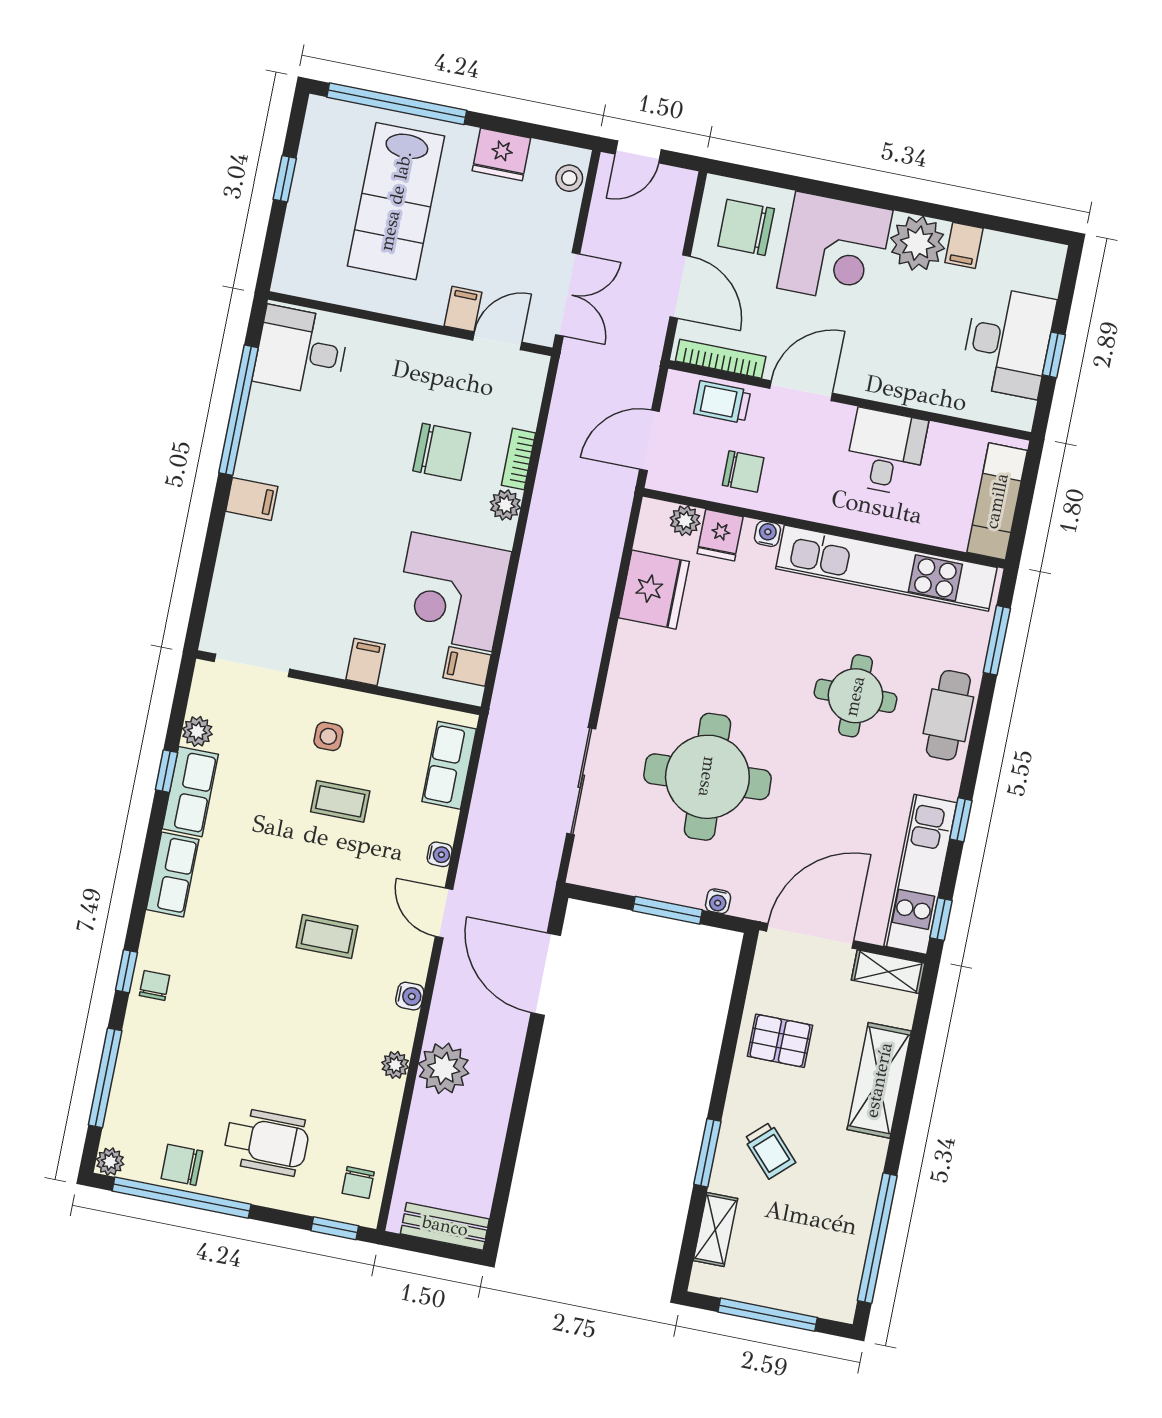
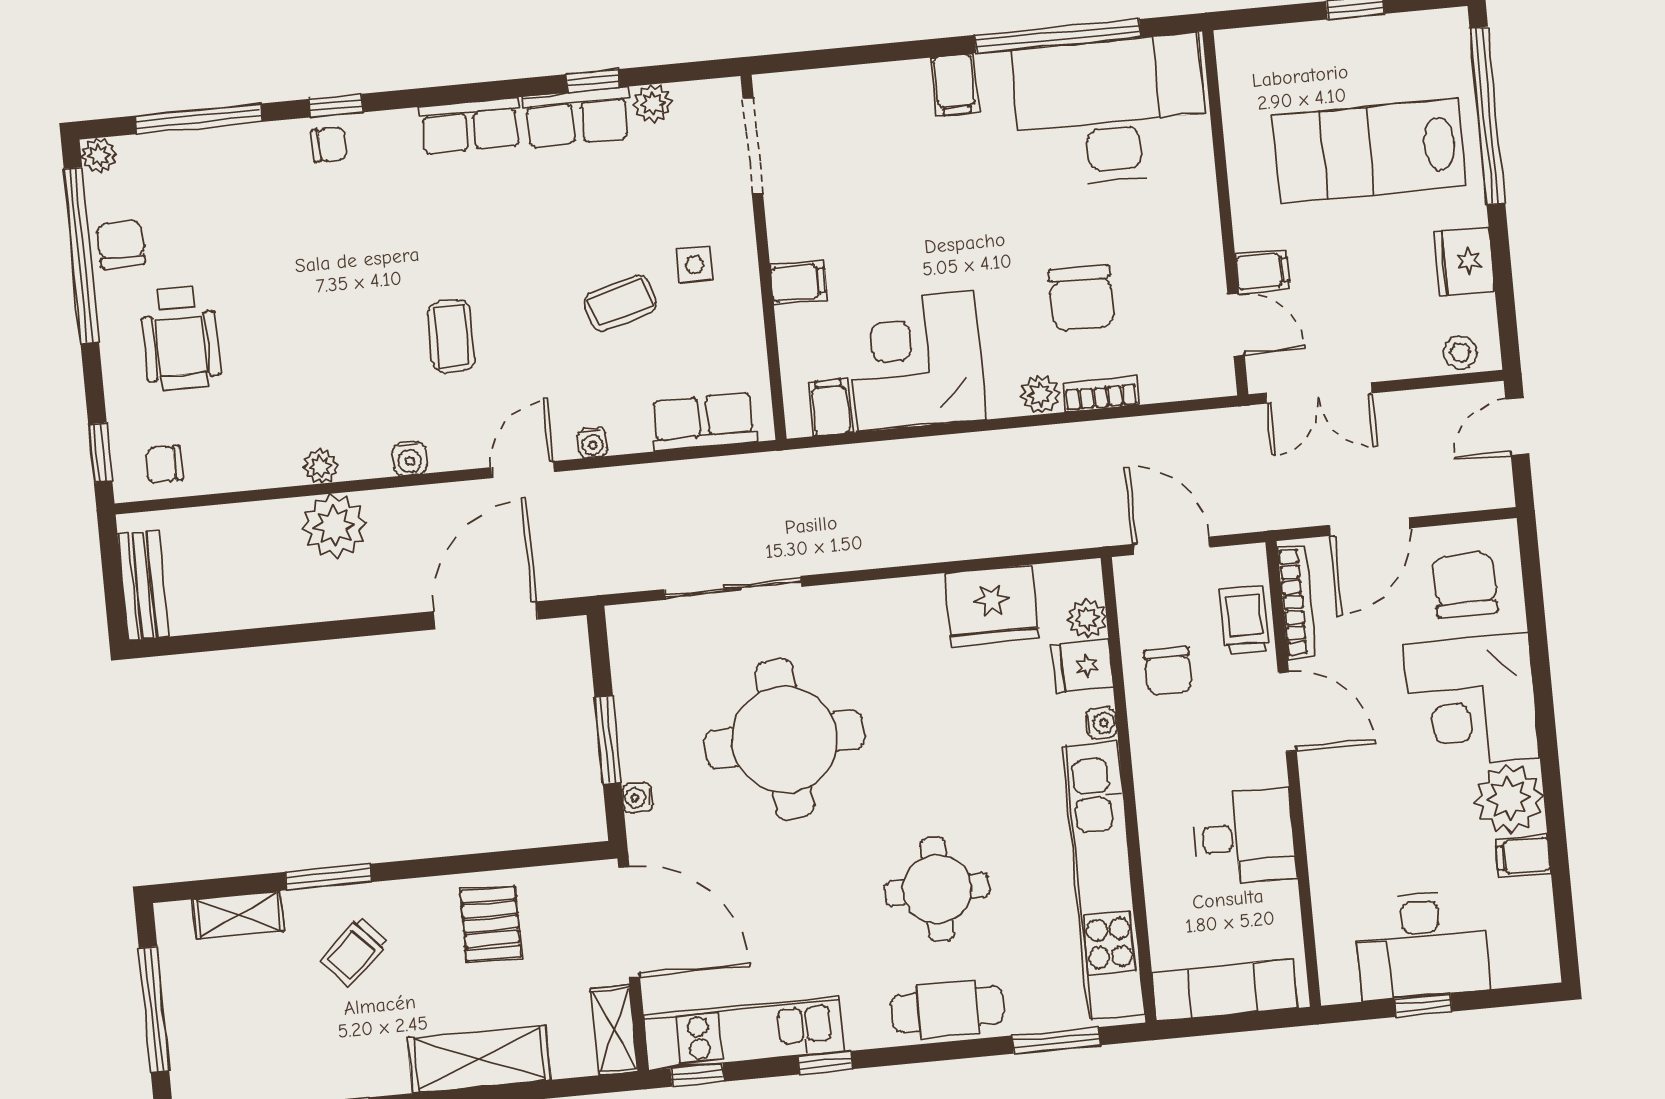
door: (638, 152) -> (1517, 426), hinge flipped
desk: (301, 351) -> (1111, 111), width x1.87, depth x1.30
coffee table: (340, 801) -> (620, 303), turned 75

